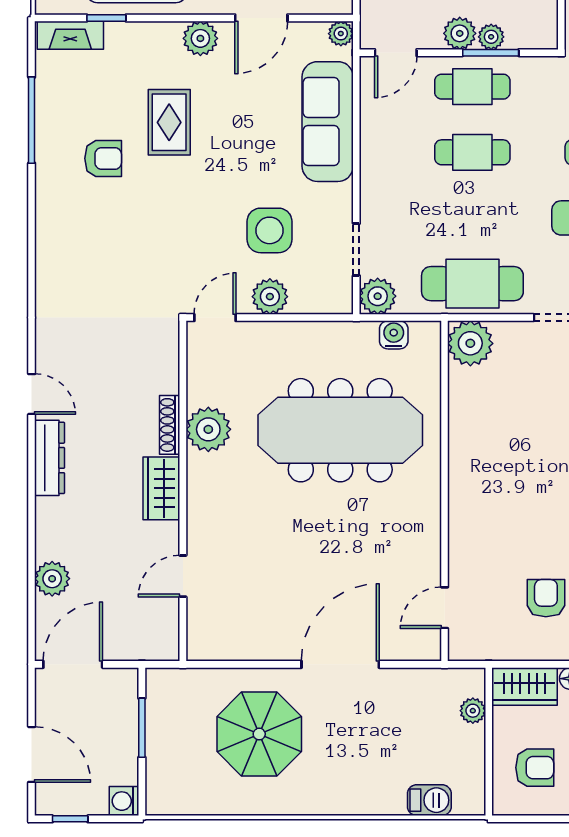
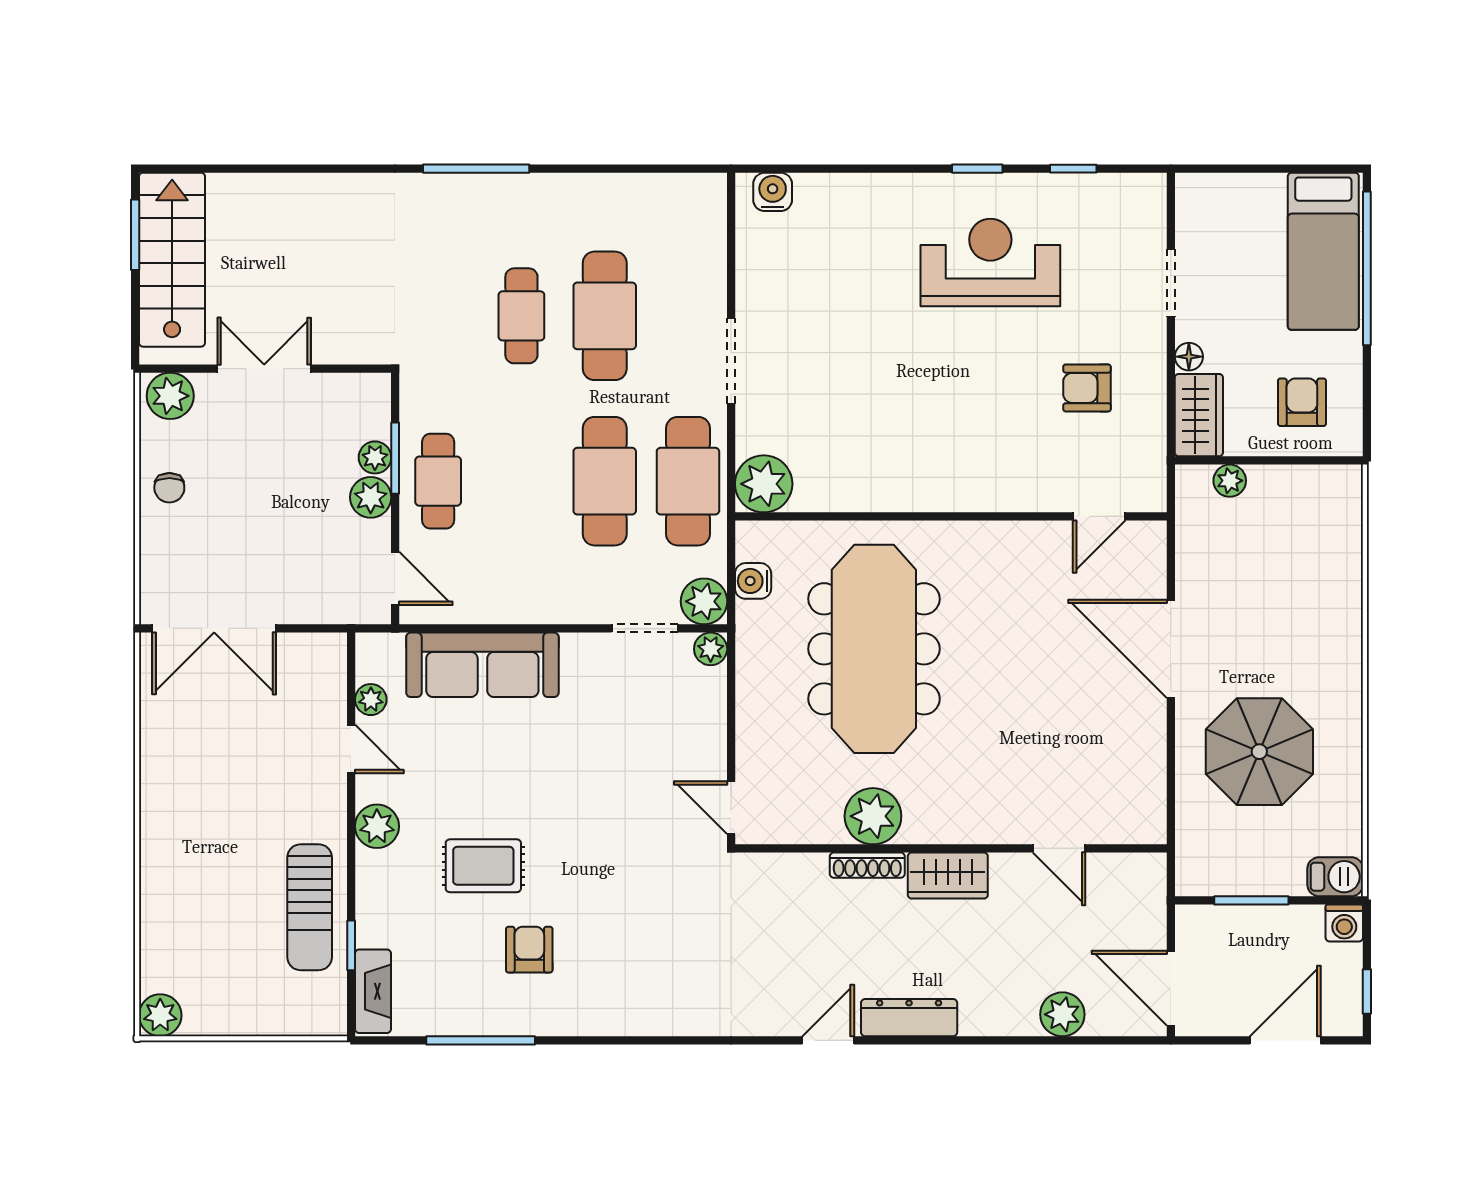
door: (261, 18) -> (351, 749), width x0.73
plant: (341, 34) -> (371, 700), moved
cafe table: (472, 152) -> (605, 481), moved, width x1.37, depth x1.35
side table: (270, 230) -> (621, 739), removed
plant: (270, 297) -> (711, 649), moved, width x0.73, depth x0.73
door: (445, 608) -> (1099, 516), hinge flipped
barbecue: (429, 800) -> (1335, 877), moved, turned 90

